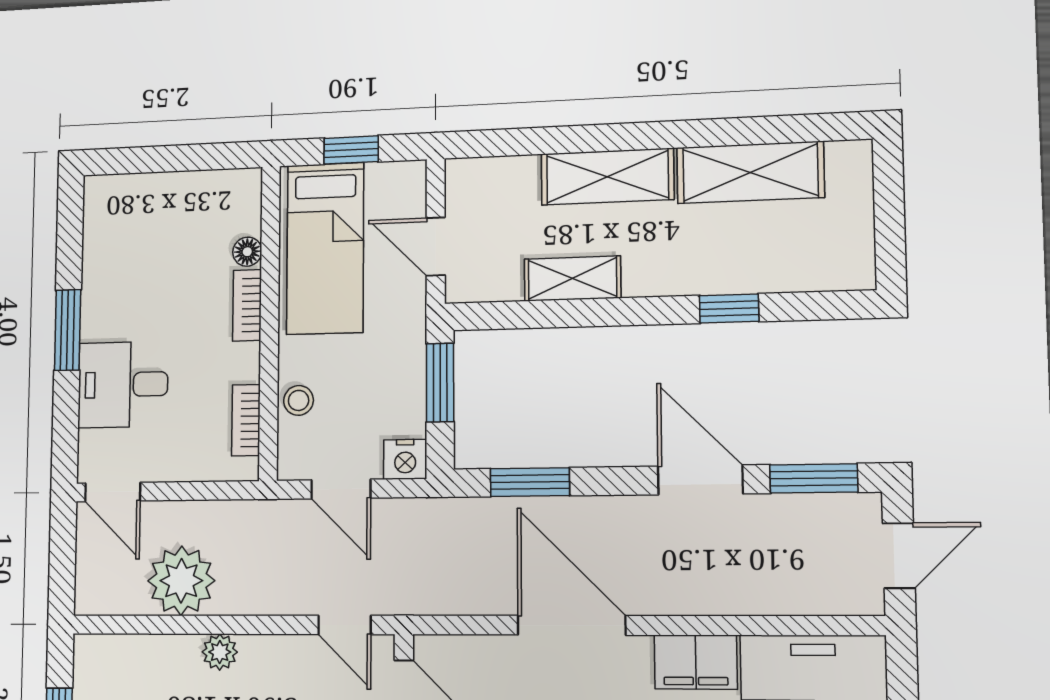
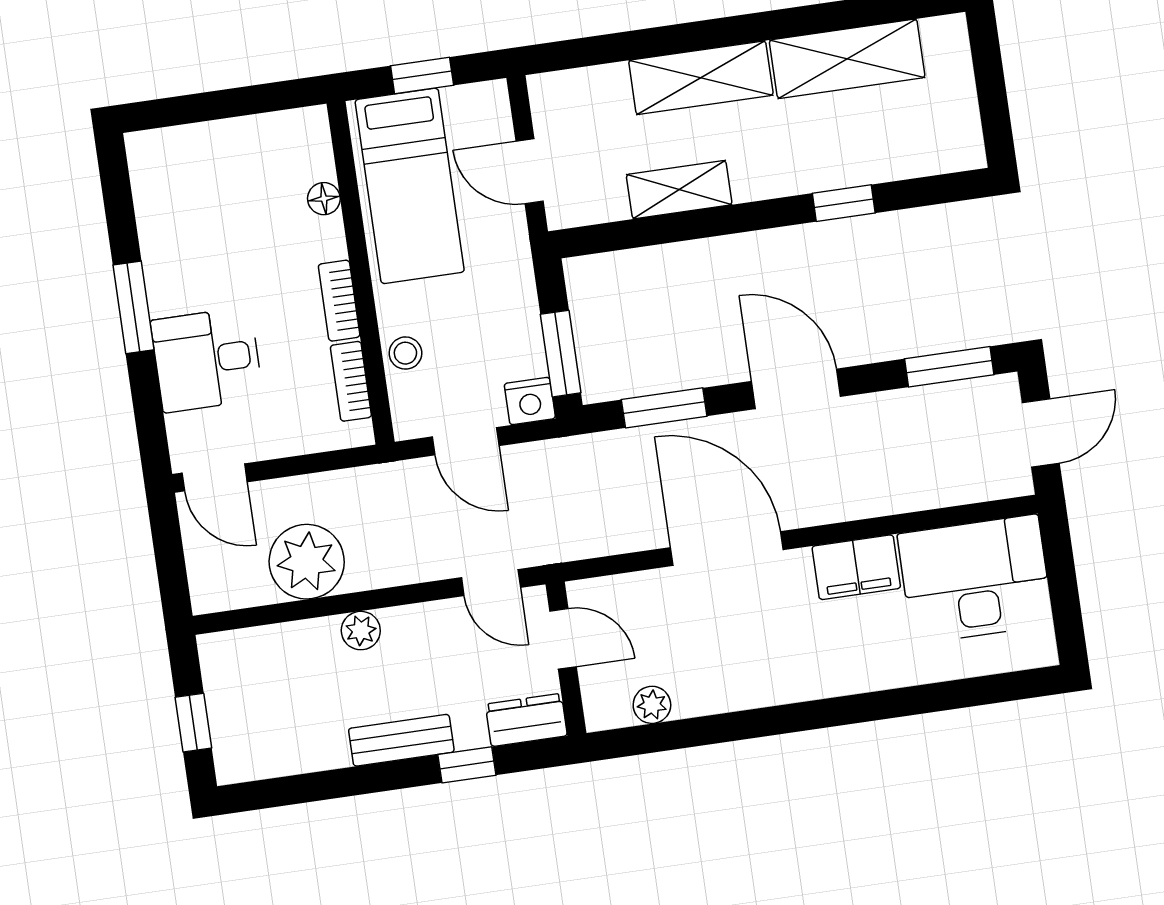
bookcase: (247, 305) -> (339, 301), moved
window: (440, 383) -> (561, 354), moved
door: (700, 480) -> (796, 389), moved

